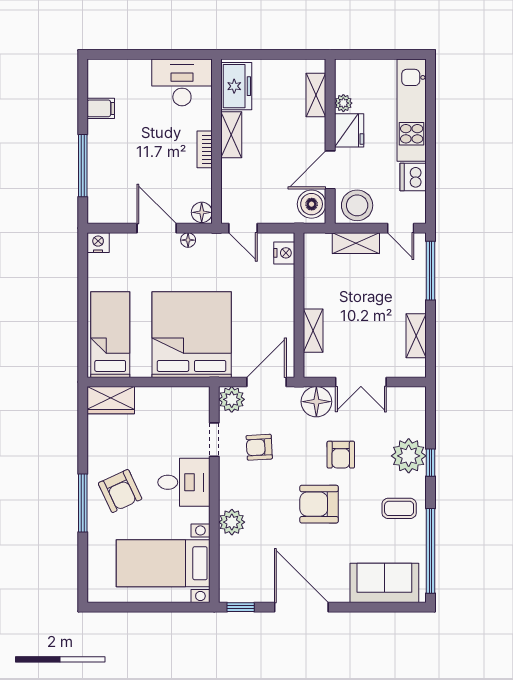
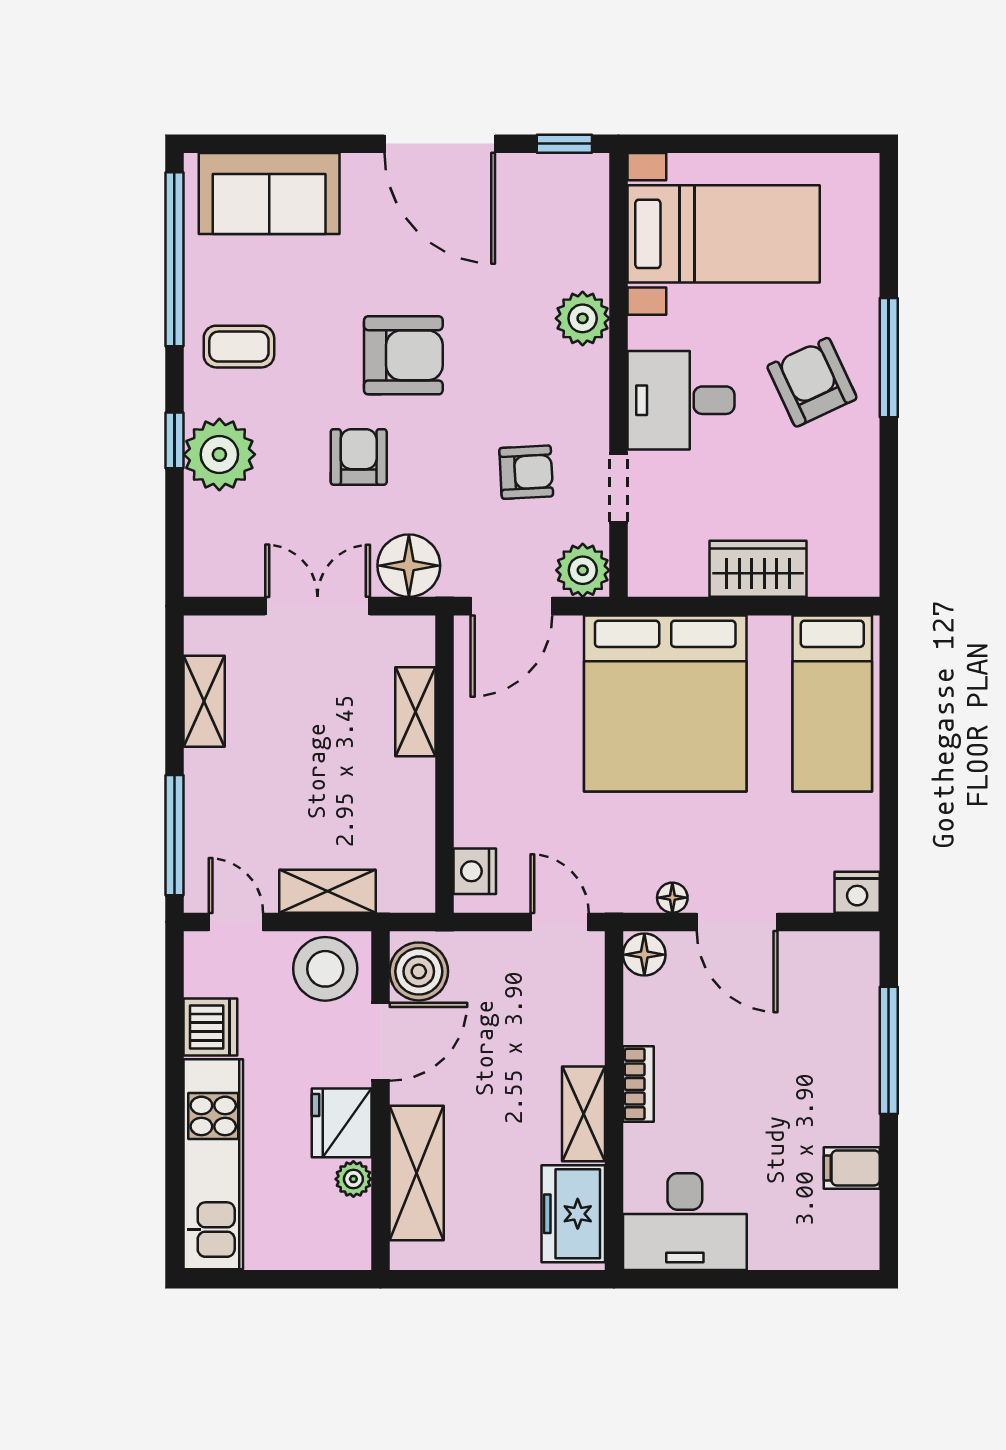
shelving: (316, 95) -> (417, 1173), width x1.50, depth x1.33
wardrobe: (111, 400) -> (758, 569), moved

